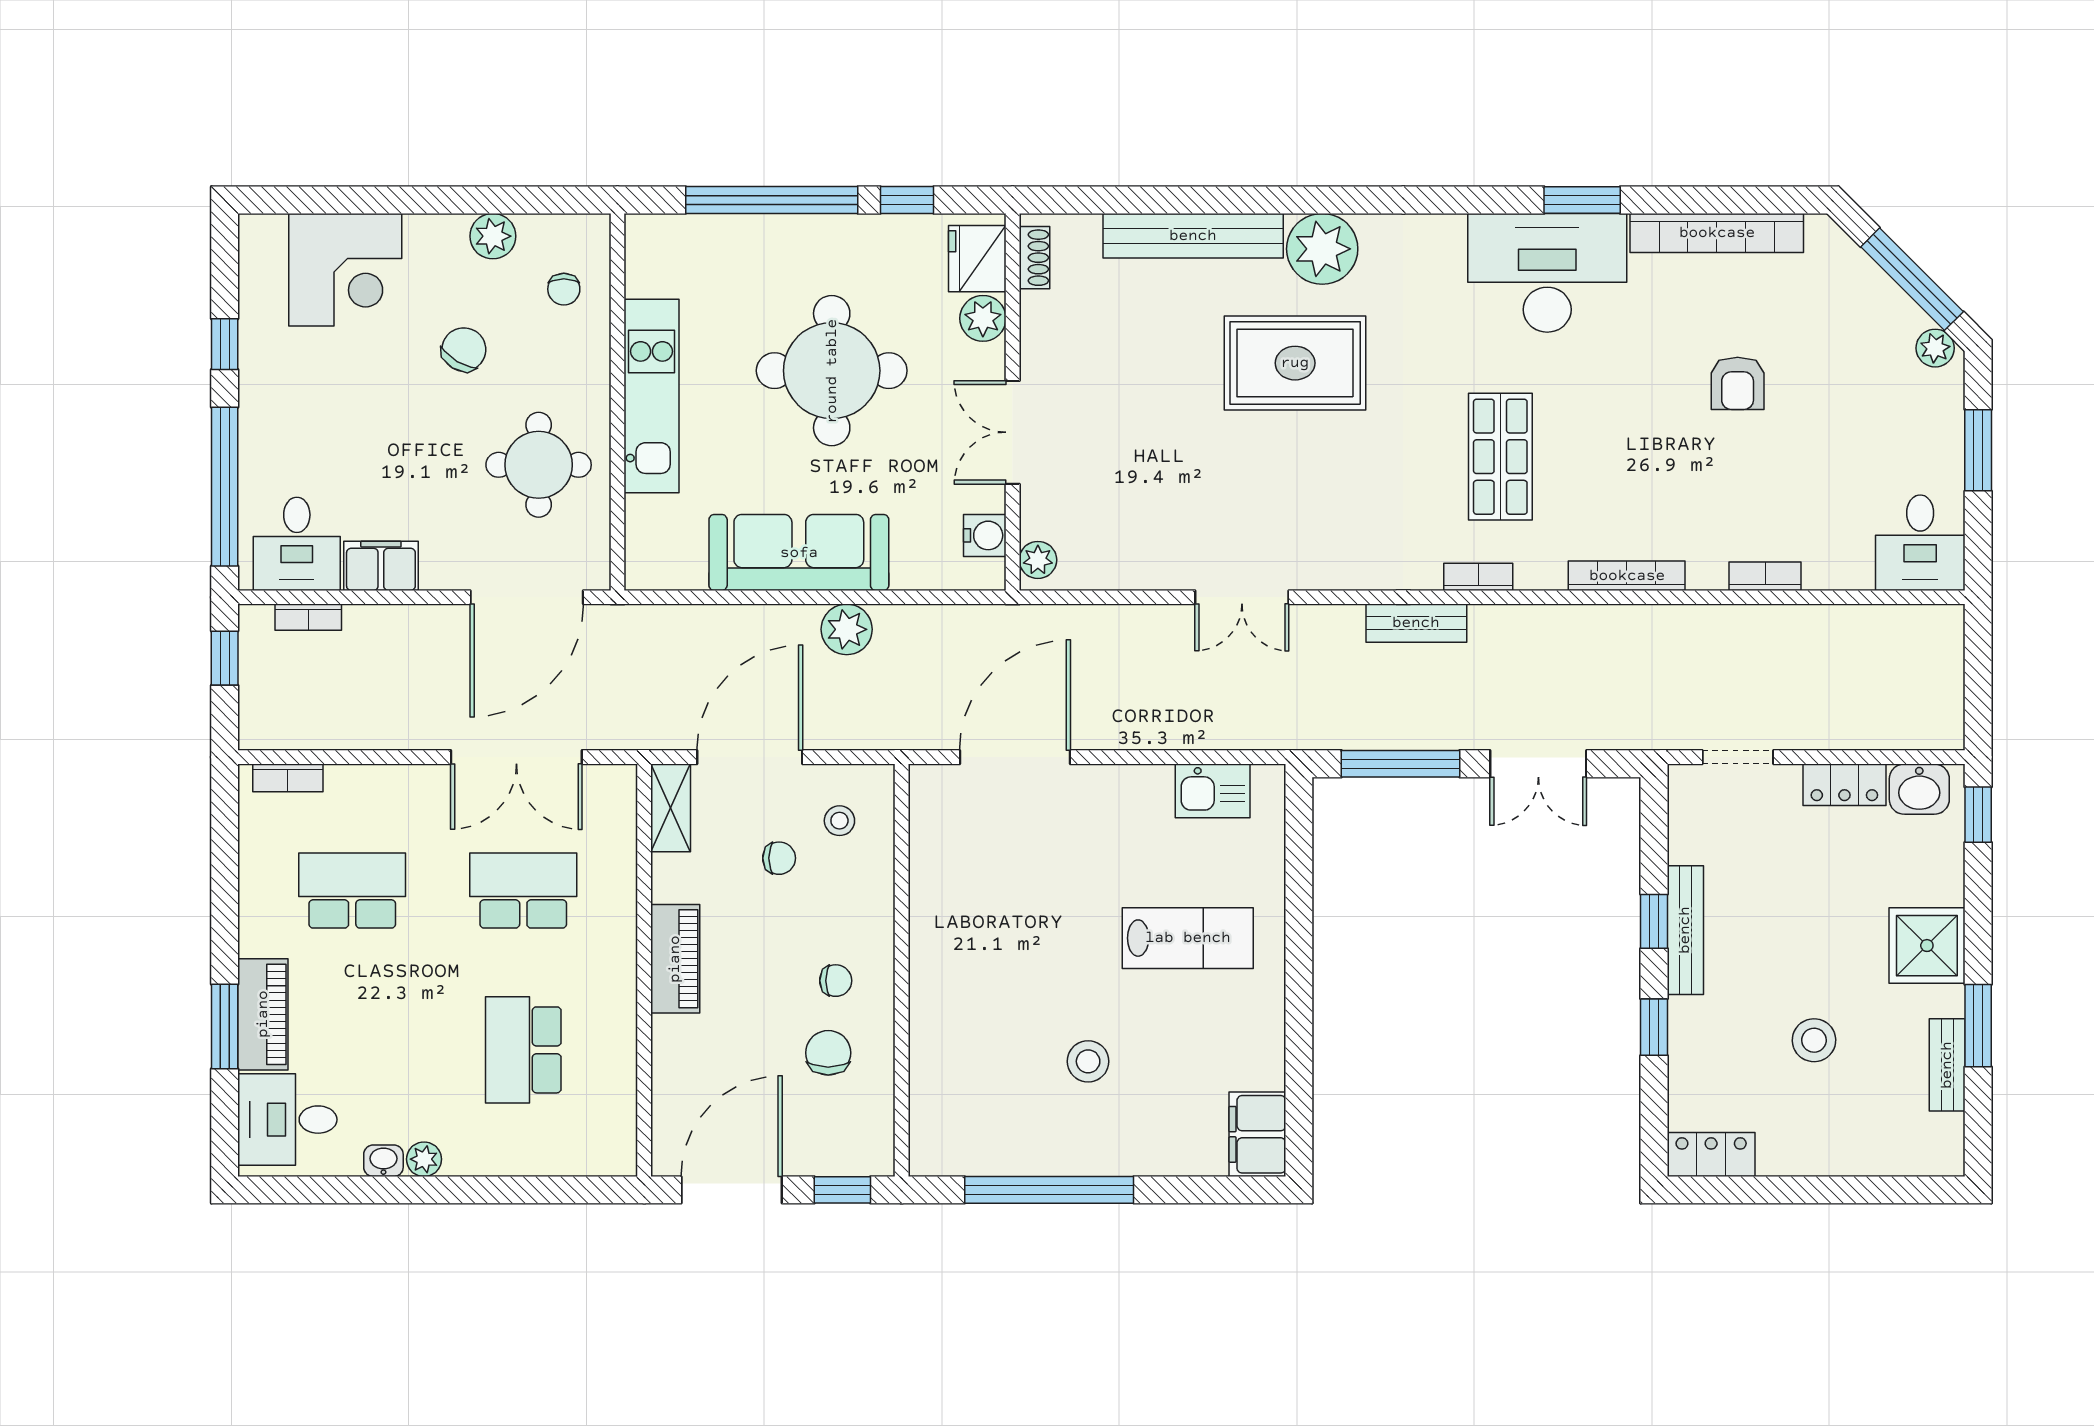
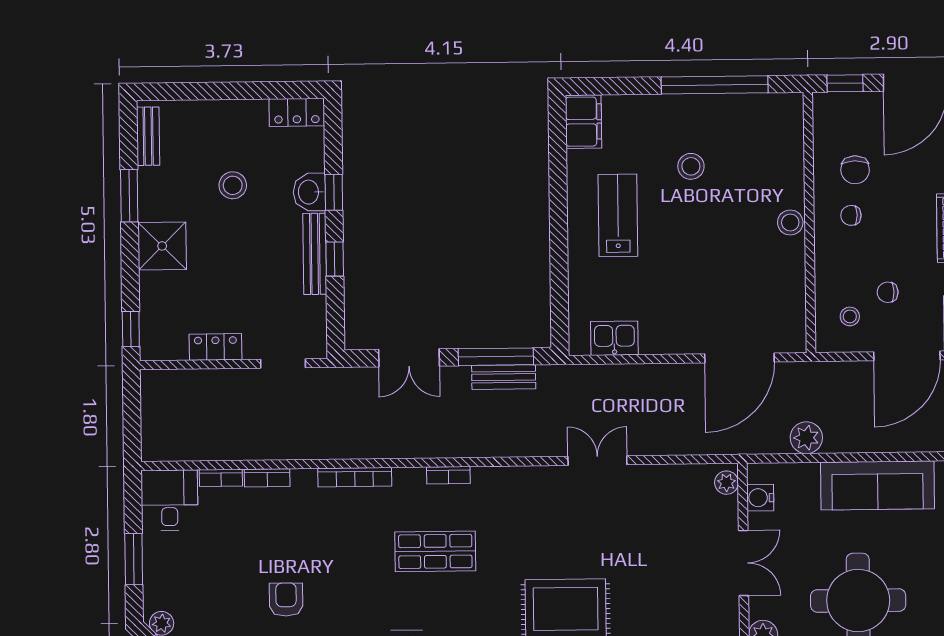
shop shelf: (1500, 457) -> (435, 551), turned 90
bookcase: (1838, 577) -> (221, 478), added
bench: (1416, 623) -> (504, 377), moved
plant: (847, 629) -> (806, 438), moved
double door: (1538, 764) -> (409, 358), swing flipped
washbasin: (1919, 789) -> (309, 192), moved, turned -90
lab bench: (1188, 938) -> (618, 215), moved, turned 90
stool: (932, 971) -> (790, 222), added
bench: (1947, 1065) -> (148, 136), moved

